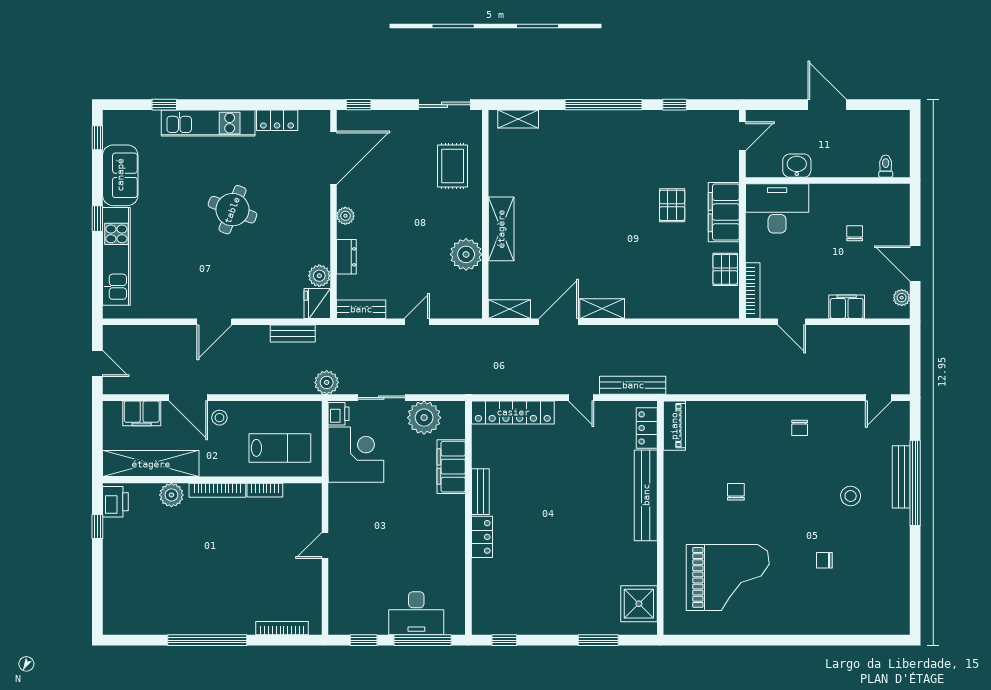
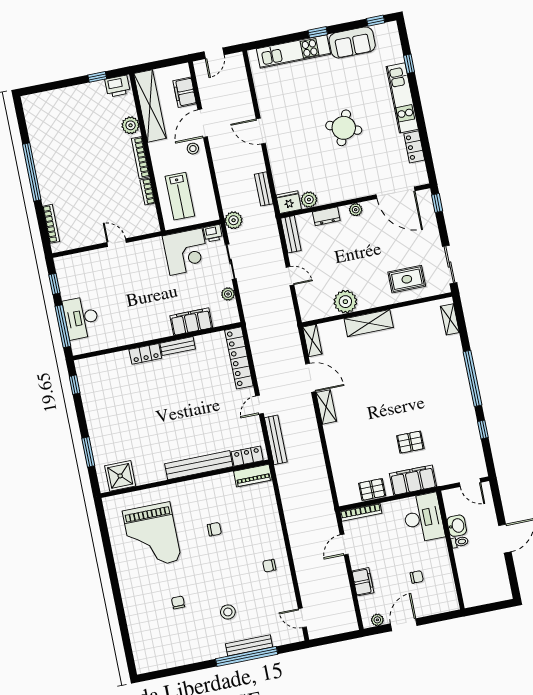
toilet: (886, 166) -> (460, 542), moved
plant: (424, 418) -> (228, 294), width x0.53, depth x0.53

